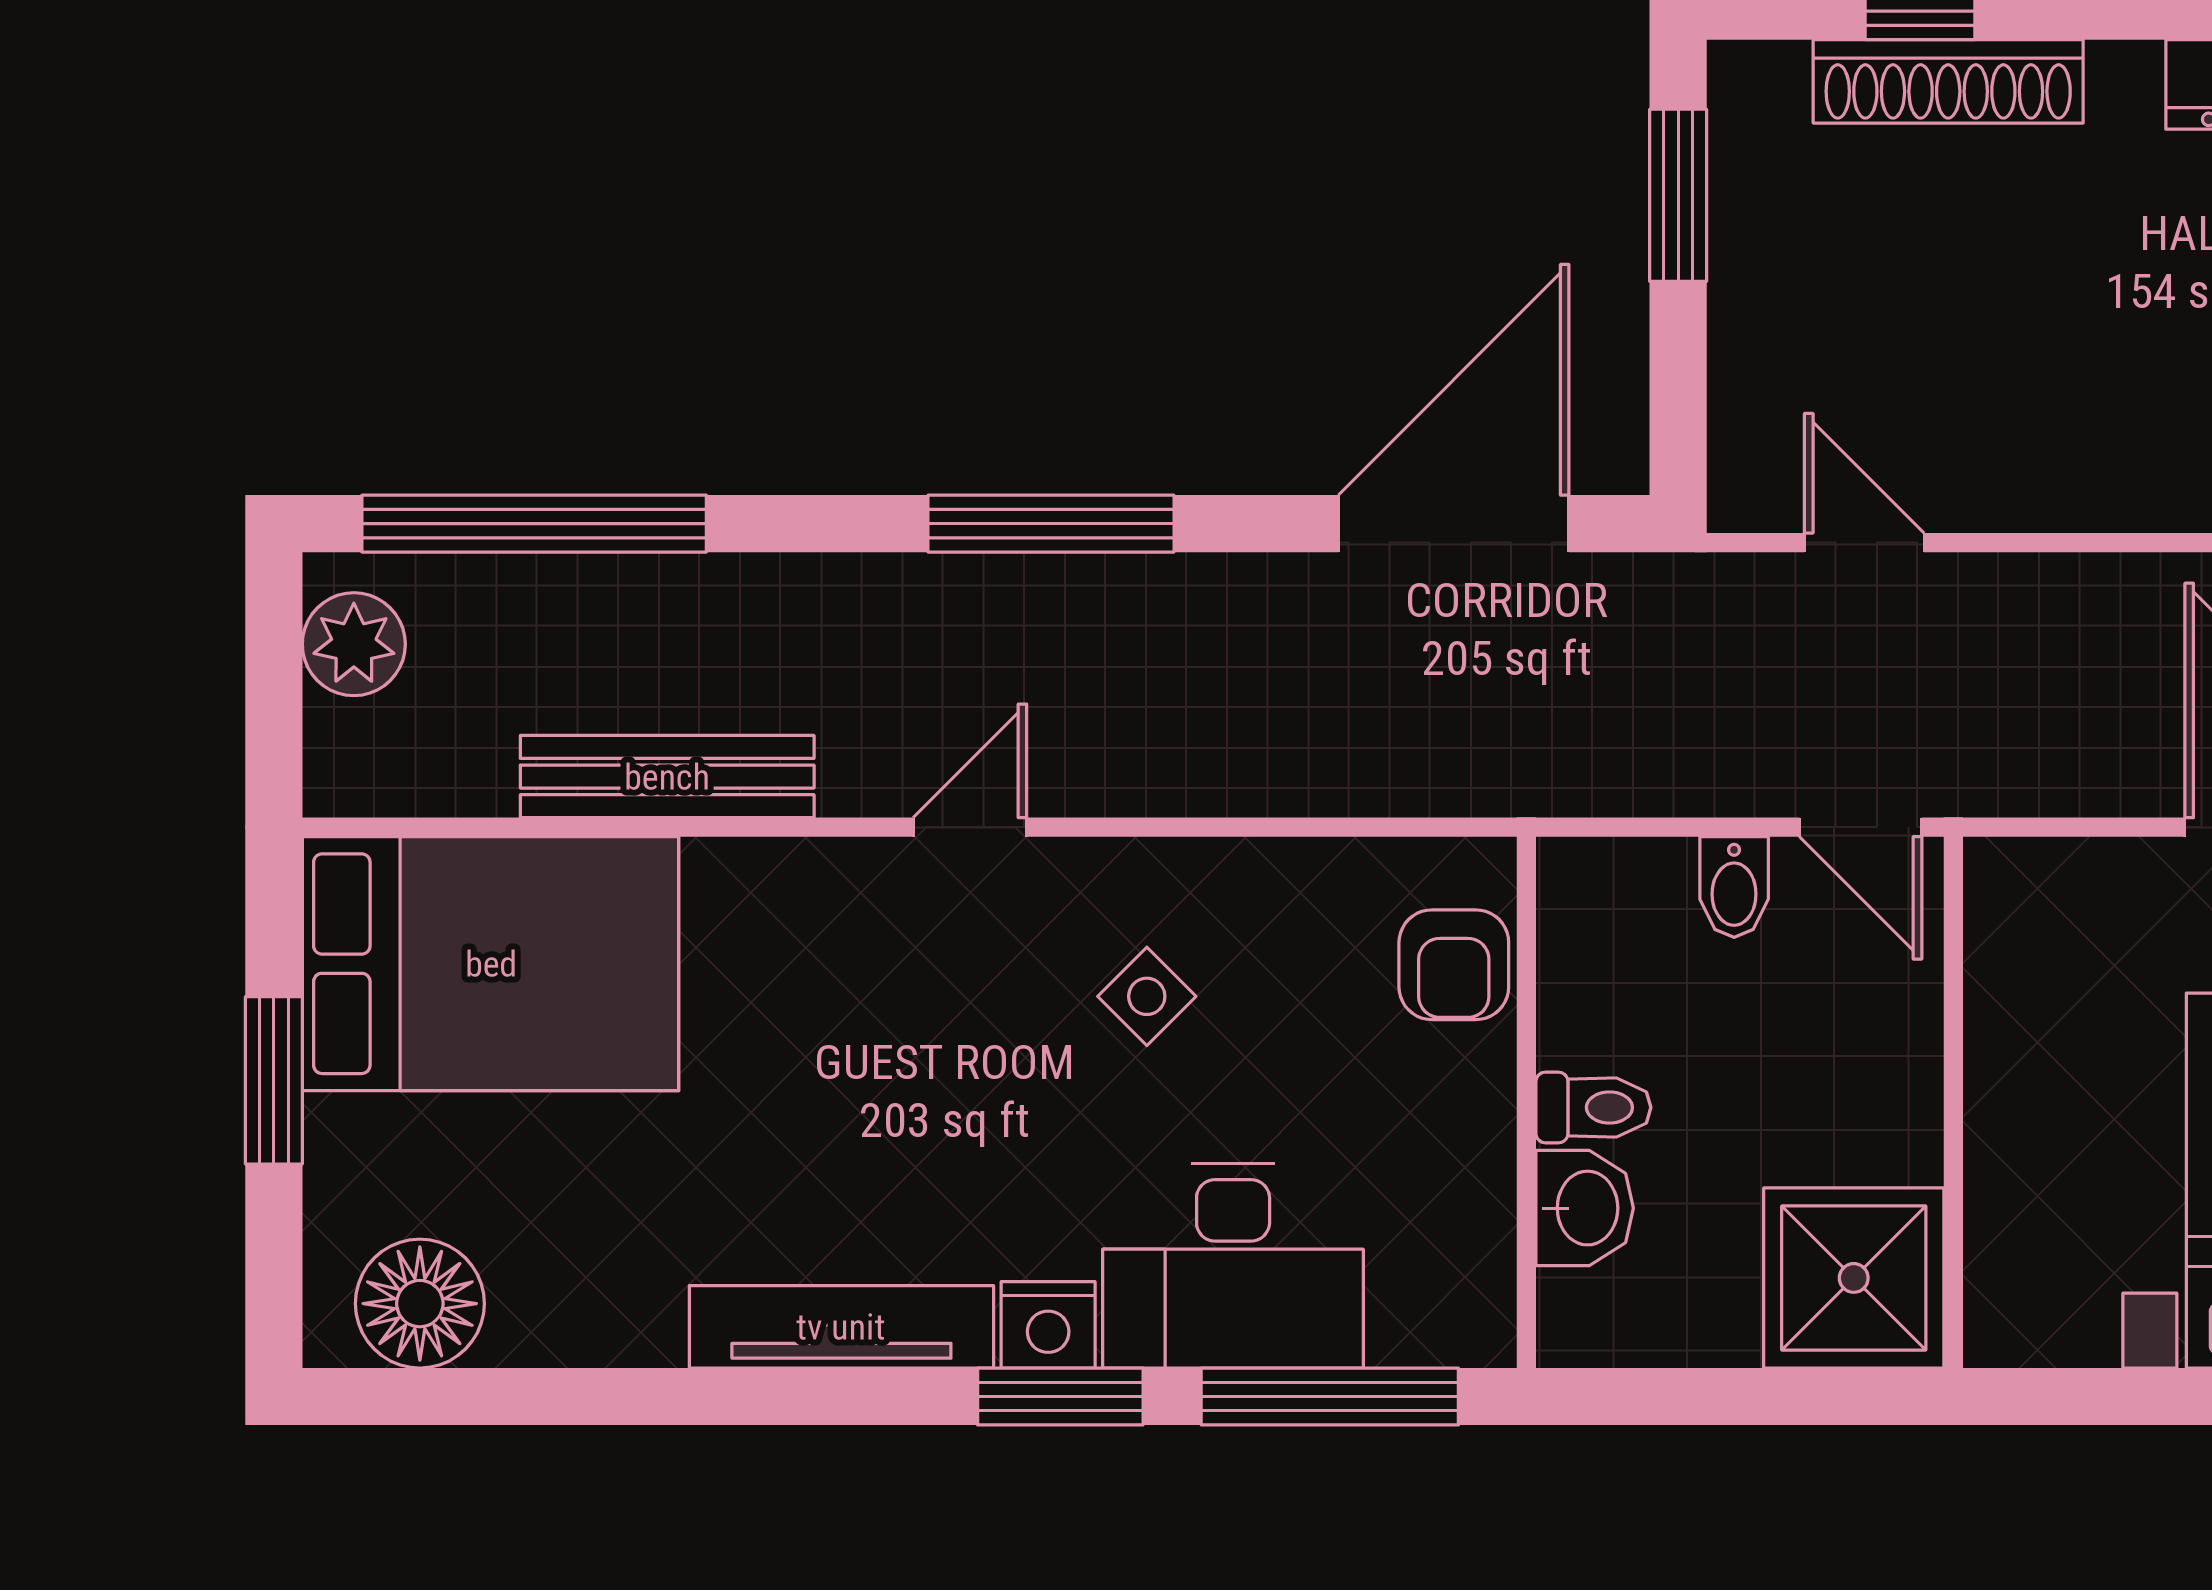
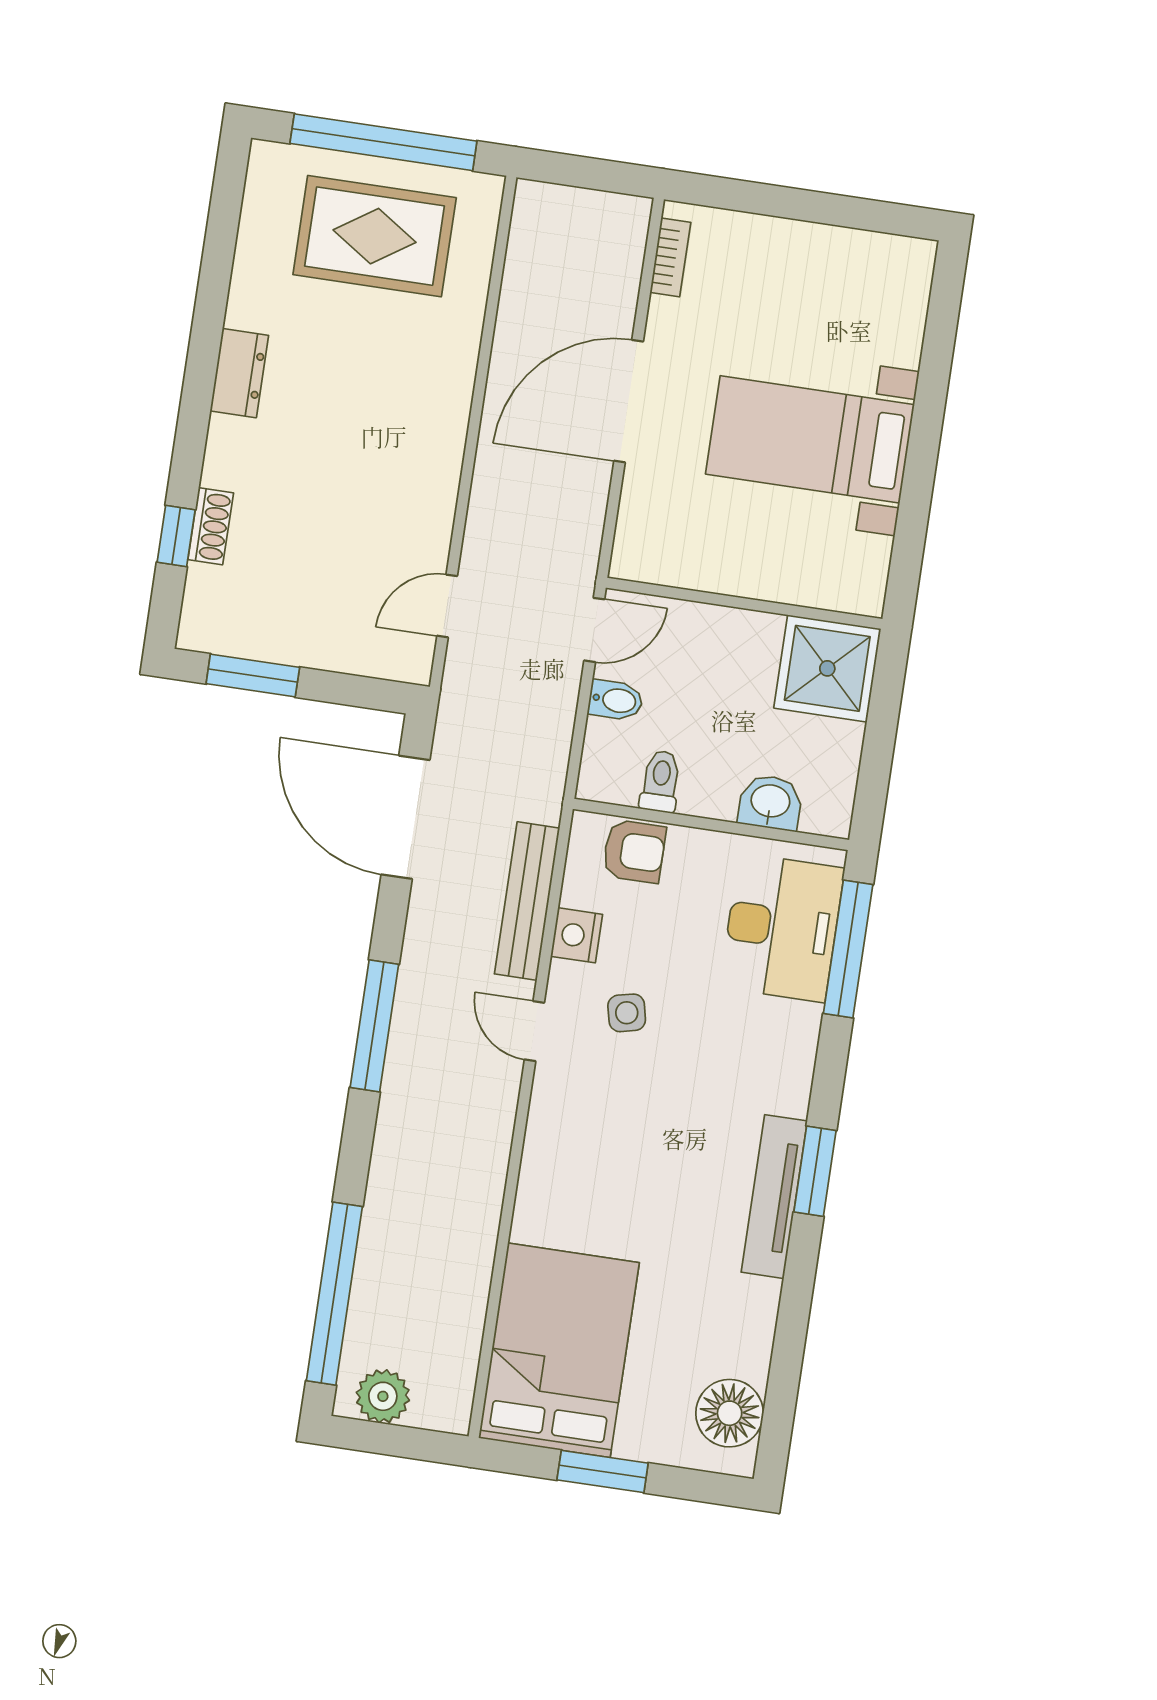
shoe rack: (1948, 81) -> (211, 526), width x0.51, depth x0.81
bench: (667, 777) -> (527, 901), moved
door: (970, 827) -> (534, 1031), moved
side table: (1147, 996) -> (627, 1013), turned 32
toilet: (1593, 1107) -> (661, 781), moved
desk: (1233, 1266) -> (782, 928), moved
nightstand: (1048, 1325) -> (577, 935), moved, turned 180
window: (1060, 1397) -> (815, 1171), moved

